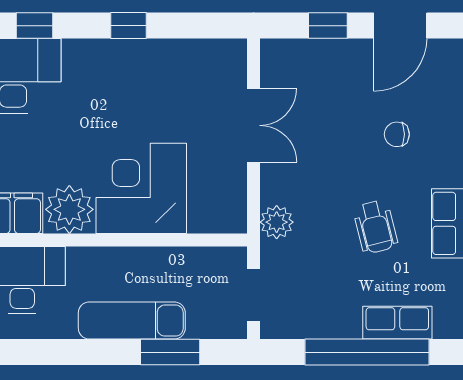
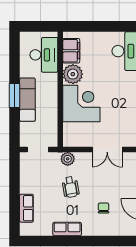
wheelchair: (375, 227) -> (71, 187), moved, turned -86
window: (170, 352) -> (15, 95), moved
window: (367, 352) -> (15, 196), removed

